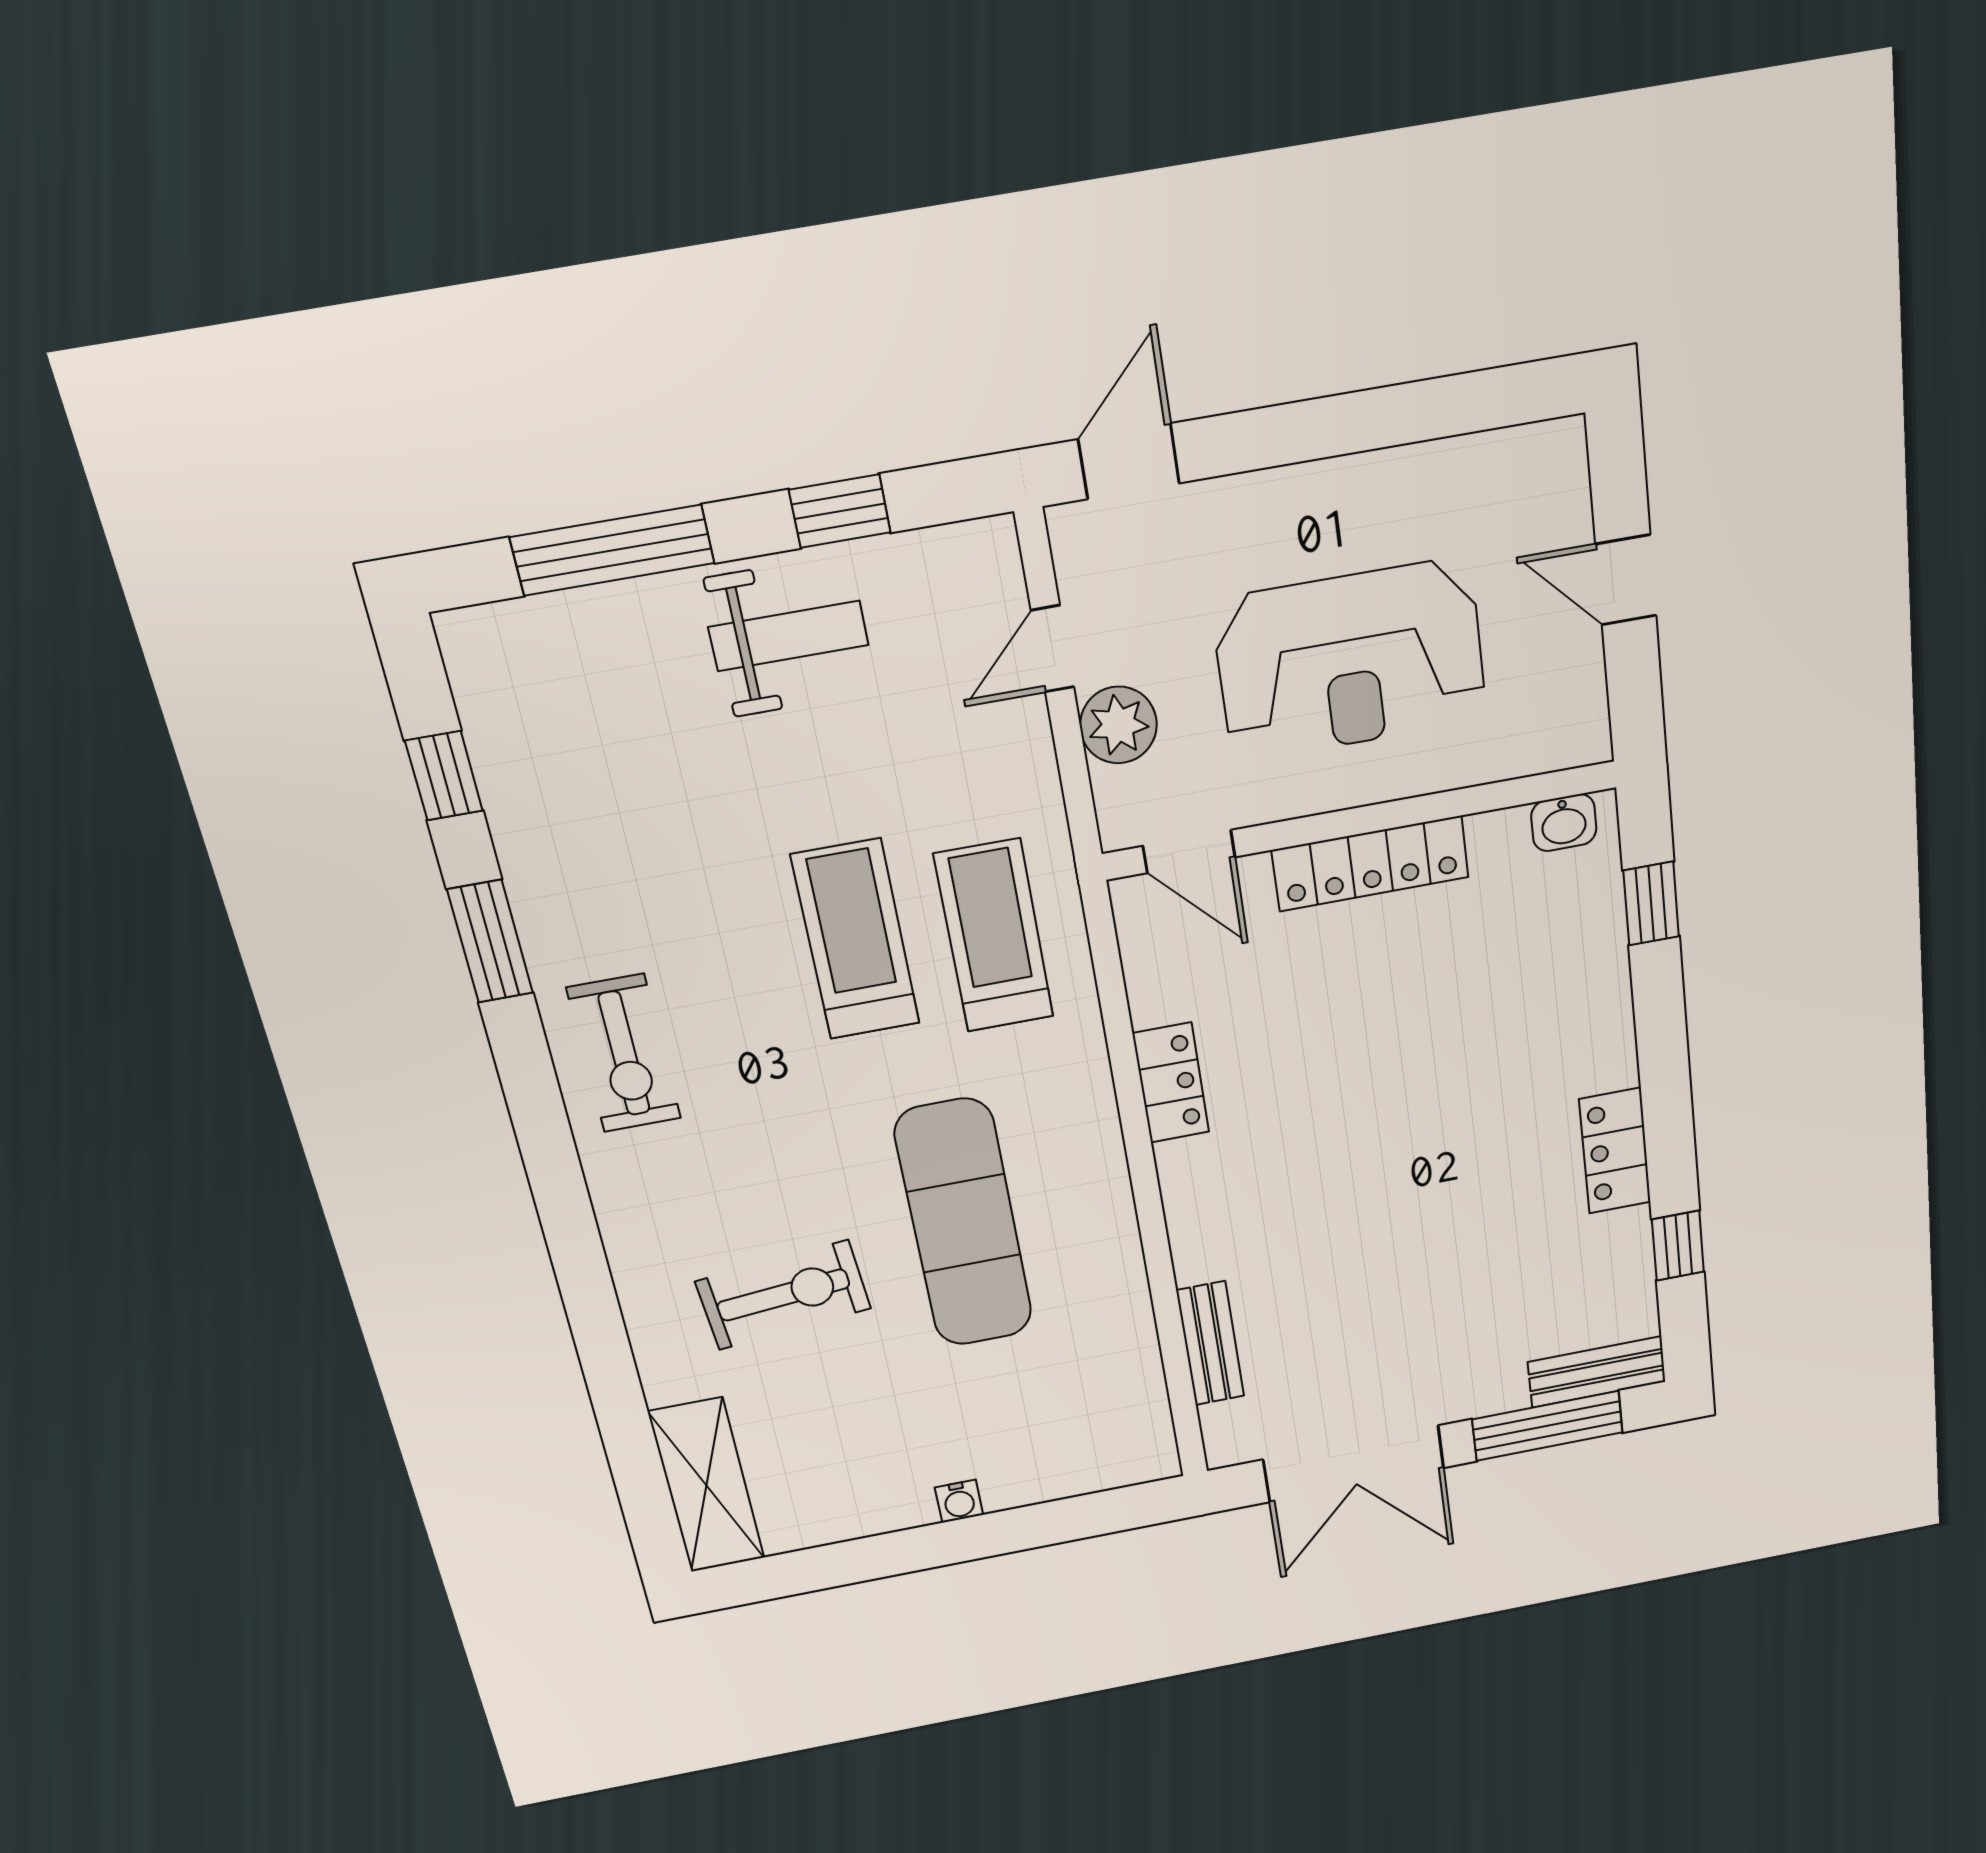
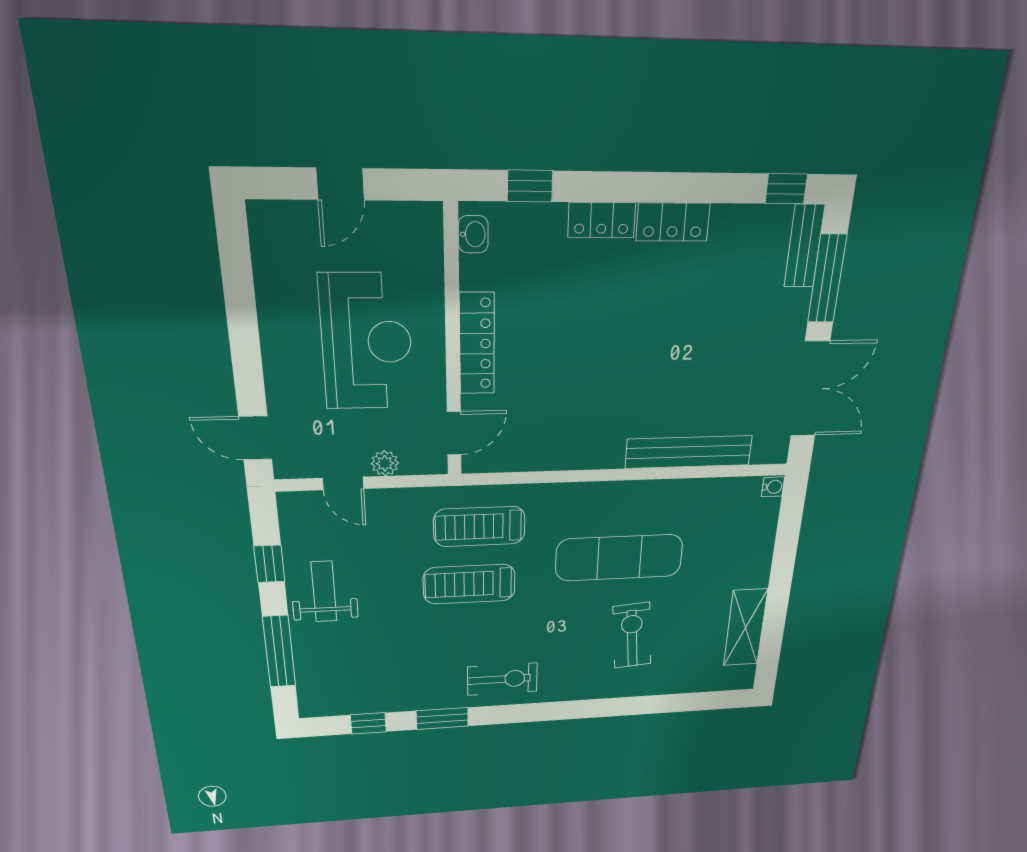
plant: (1118, 725) -> (385, 463), width x0.73, depth x0.73
locker: (1171, 1083) -> (602, 220), moved, turned 180
window: (1678, 1246) -> (786, 189), moved
bench: (1210, 1343) -> (689, 452), width x1.86, depth x1.21
shelving: (707, 1485) -> (745, 628), moved, turned 90
water cooler: (959, 1501) -> (773, 487), moved

